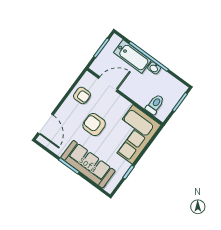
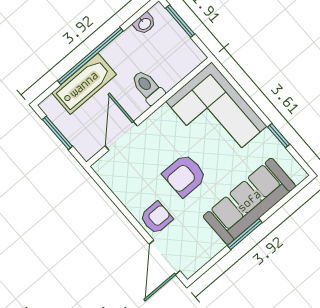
washbasin: (154, 68) -> (144, 24), moved
armchair: (82, 95) -> (156, 218), moved
toilet: (155, 104) -> (148, 87), moved
door: (46, 124) -> (165, 257), swing flipped

